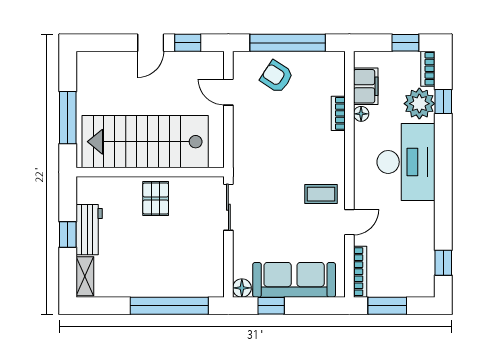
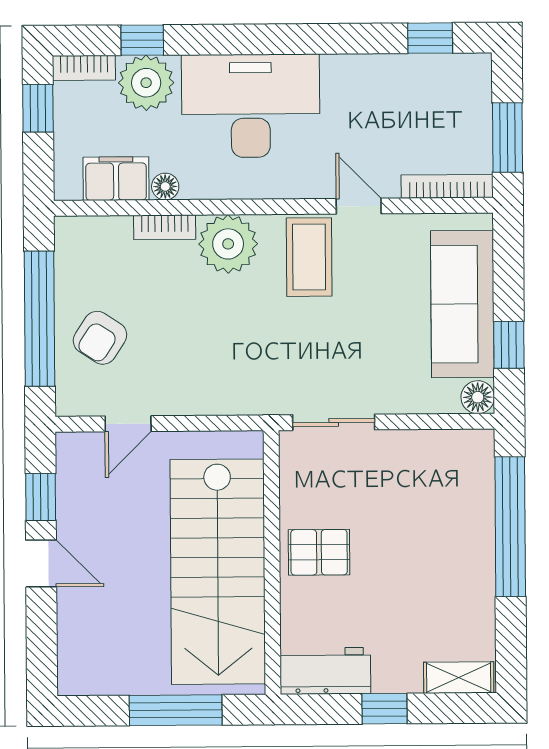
plant: (329, 149) -> (228, 244), added
coffee table: (321, 194) -> (309, 257), width x1.36, depth x1.30
workbench: (89, 230) -> (325, 671), moved

